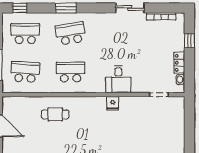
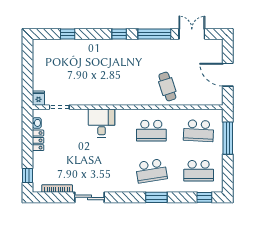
window: (189, 41) -> (28, 176), moved
fridge: (113, 103) -> (38, 98), moved
cafe table: (55, 114) -> (167, 87), turned 72

